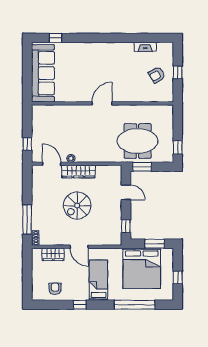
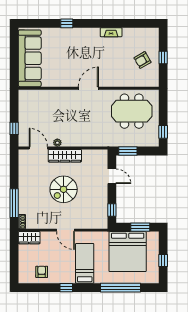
window: (55, 38) -> (67, 23), moved
fireplace: (145, 47) -> (111, 32), moved
meeting table: (138, 141) -> (132, 111), moved
wardrobe: (53, 254) -> (29, 238), moved

